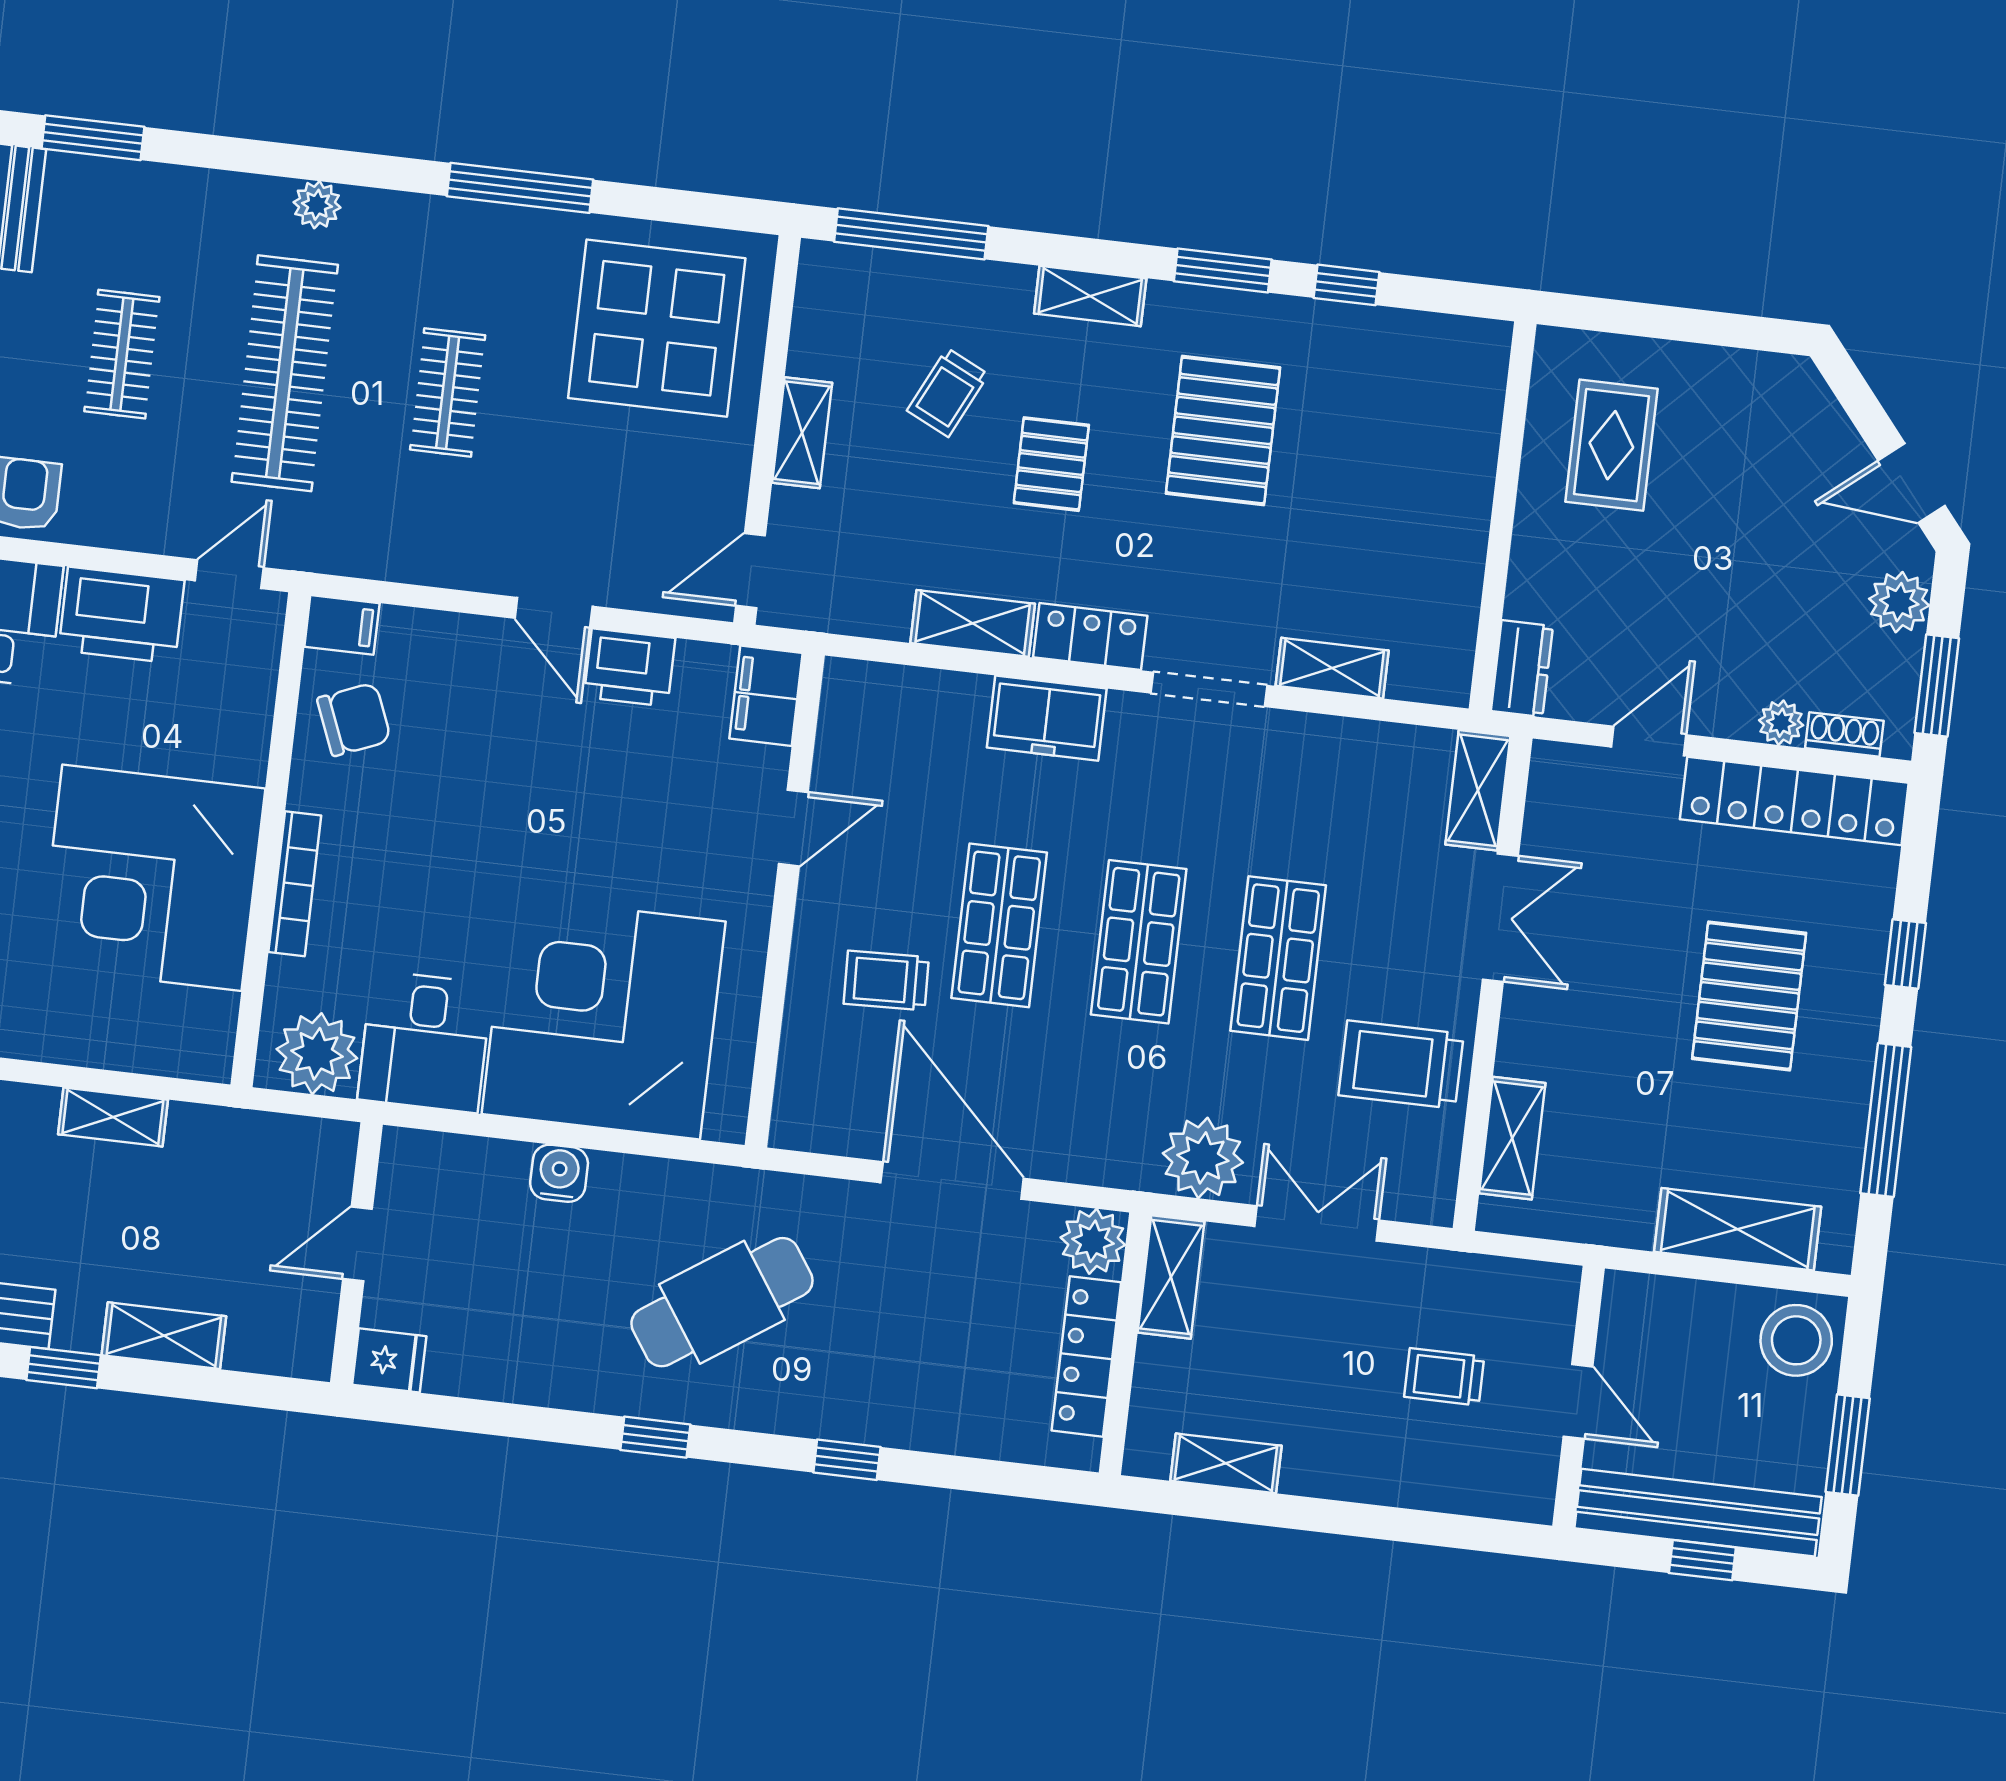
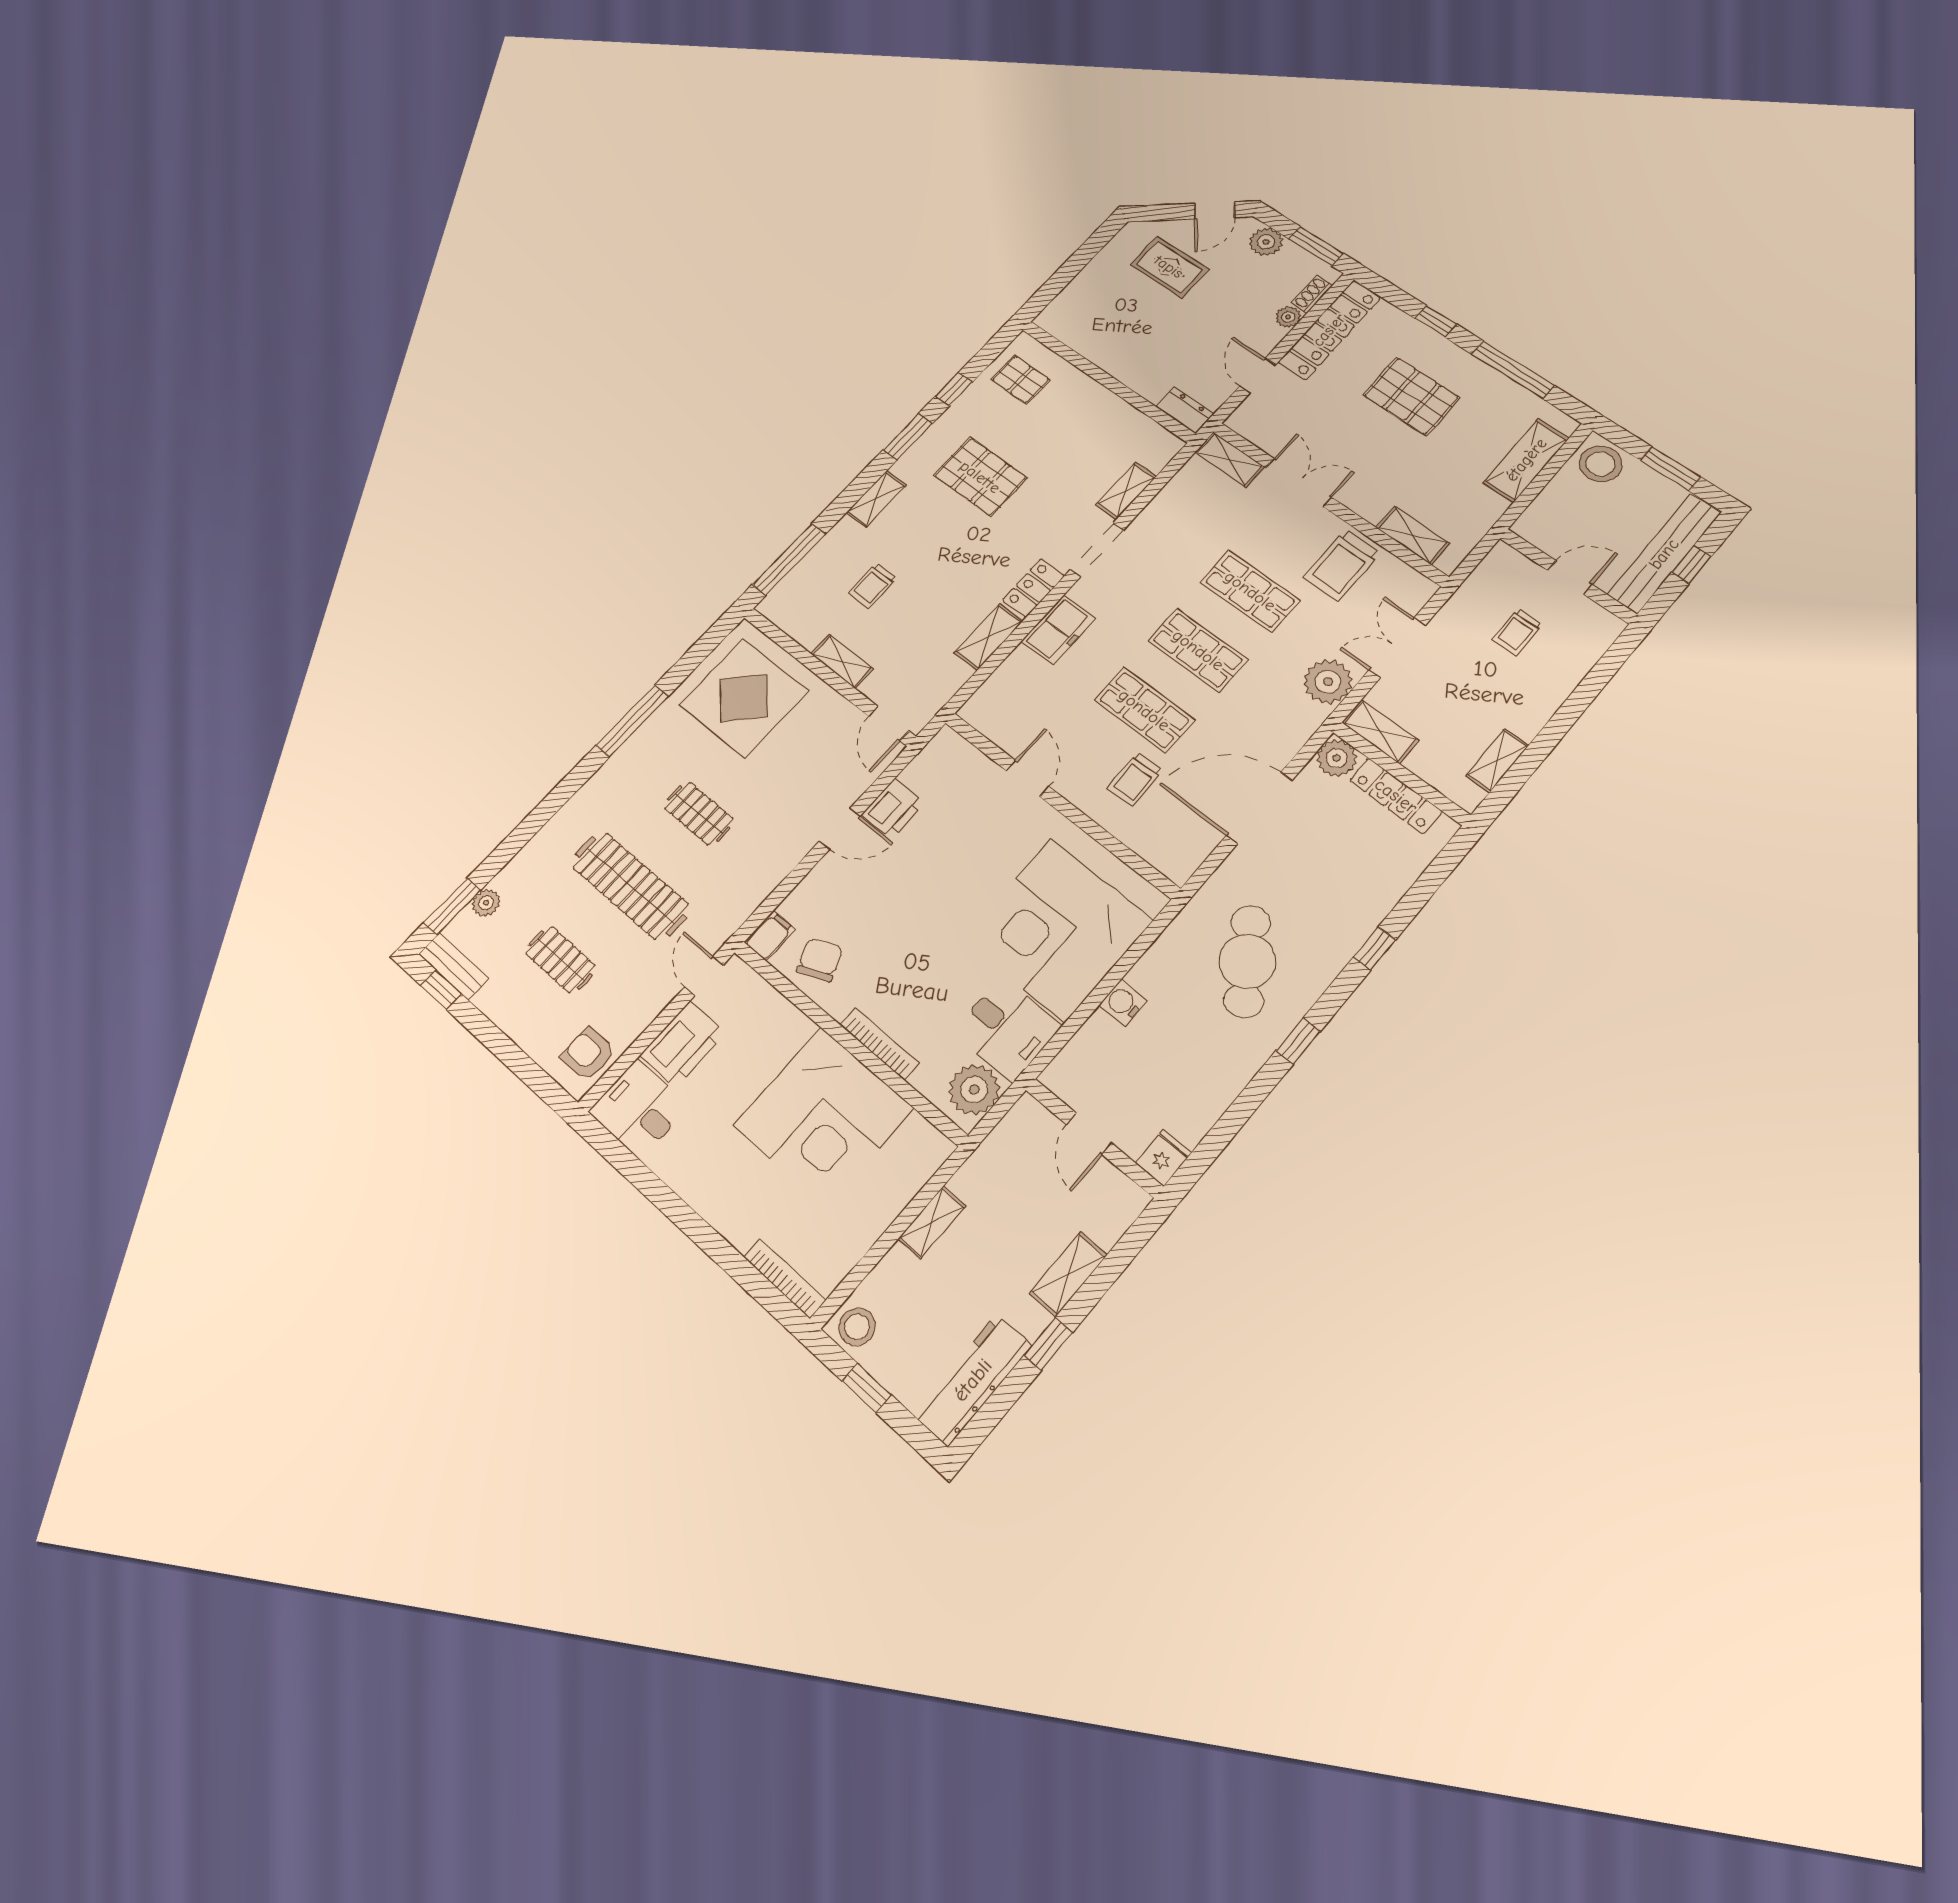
plant: (317, 205) -> (486, 903), moved
trolley: (948, 392) -> (873, 585), turned 64
rug: (1611, 445) -> (1169, 267), moved
pallet: (1051, 464) -> (1020, 380), moved
filing cabinet: (766, 696) -> (954, 752), removed

